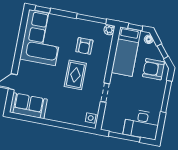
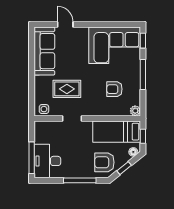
window: (91, 19) -> (143, 75), moved
armchair: (153, 69) -> (104, 162), turned -90
rug: (75, 75) -> (67, 89), moved
sofa: (28, 106) -> (44, 51), width x1.36
window: (124, 137) -> (32, 158), moved

